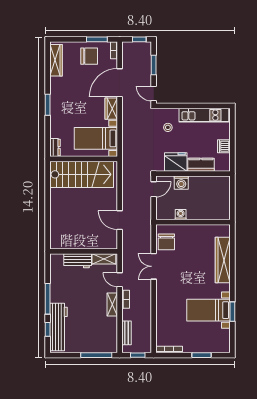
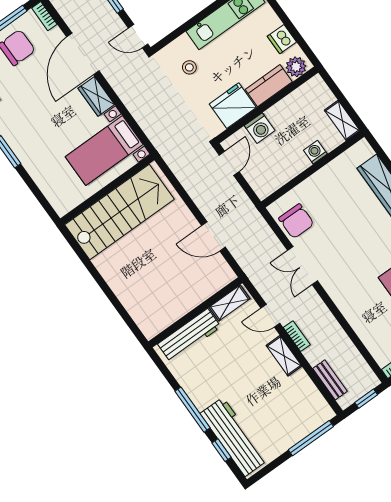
dresser: (55, 147) -> (58, 202), removed
plant: (221, 165) -> (296, 67), added
shelving: (225, 208) -> (342, 120), added
washing machine: (181, 215) -> (315, 152), moved
workbench: (78, 261) -> (189, 335), width x1.38

